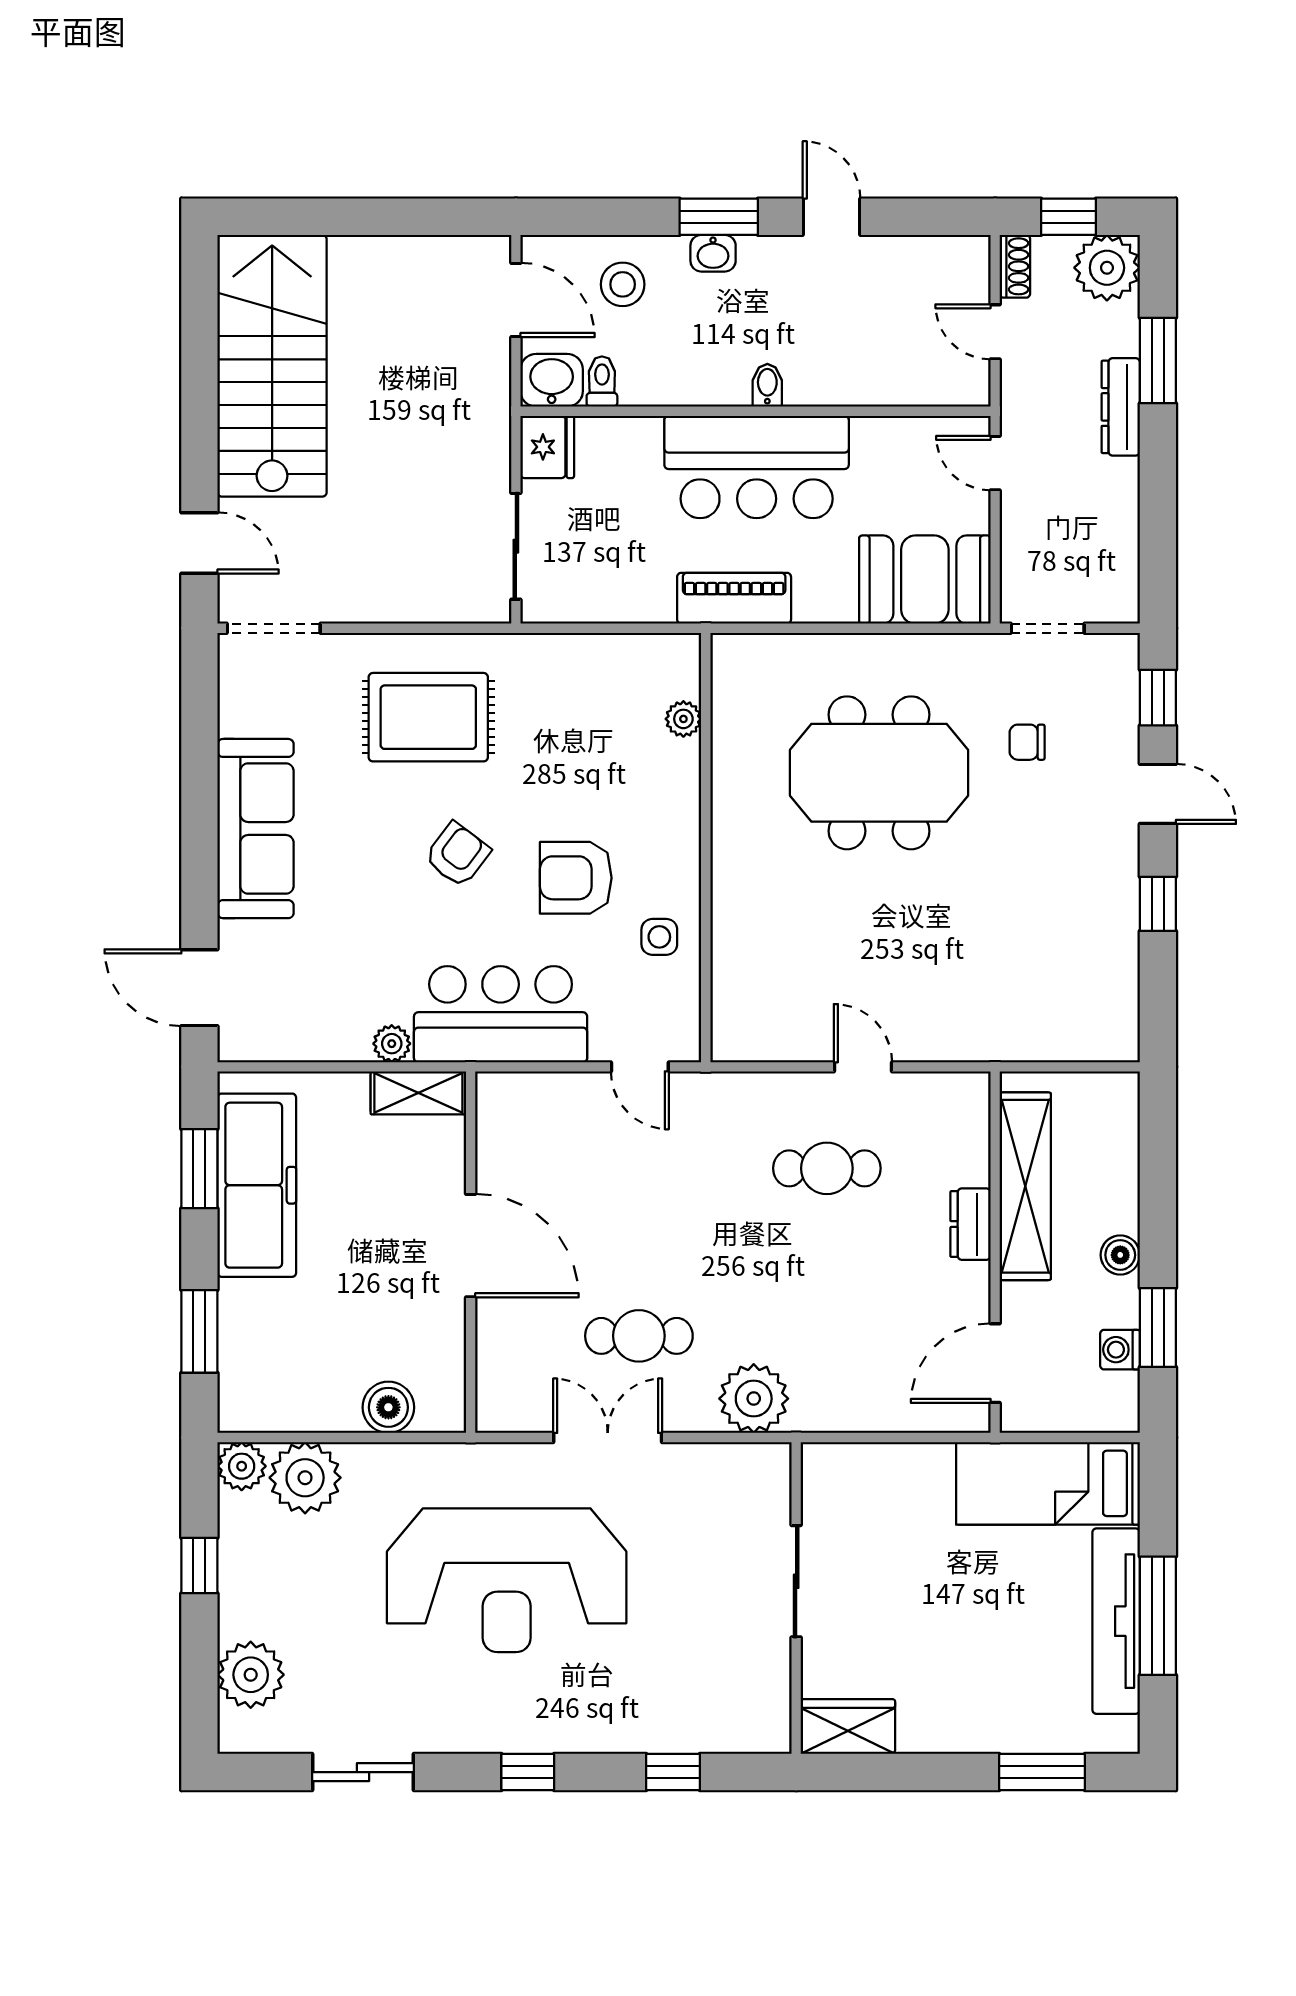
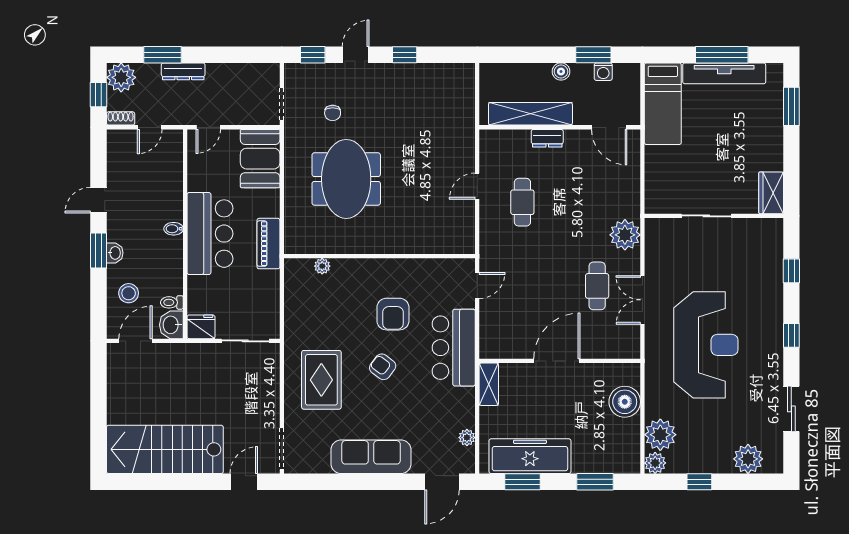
side table: (659, 937) -> (419, 277), removed
plant: (392, 1044) -> (467, 438), moved
boiler: (388, 1407) -> (625, 402), width x1.37, depth x1.37

